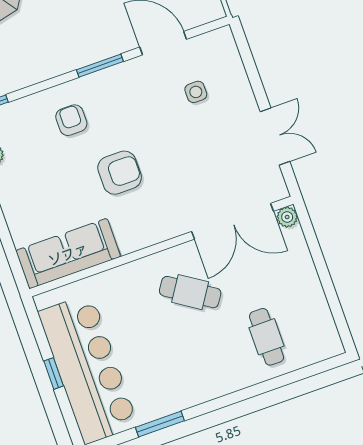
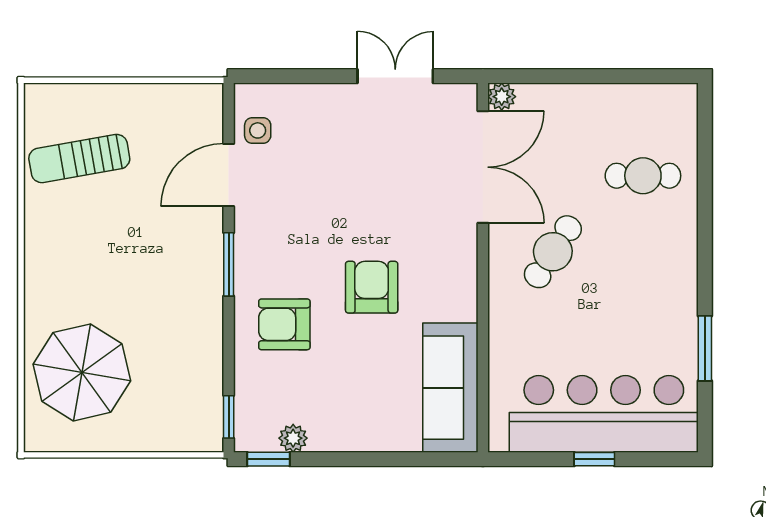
side table: (196, 92) -> (258, 130), moved
armchair: (71, 120) -> (284, 324), width x1.38, depth x1.38

